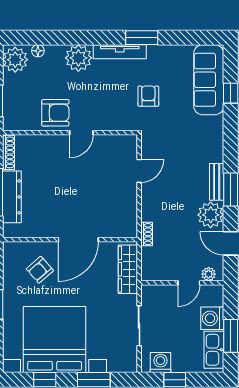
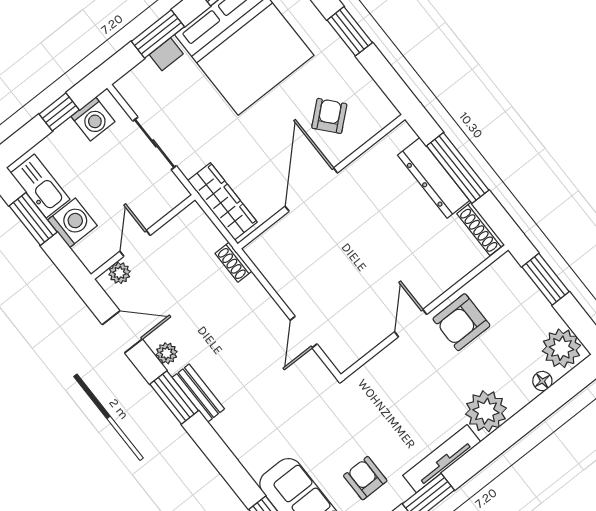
armchair: (148, 96) -> (365, 478), moved, turned 180
plant: (211, 215) -> (167, 353), width x0.53, depth x0.53

